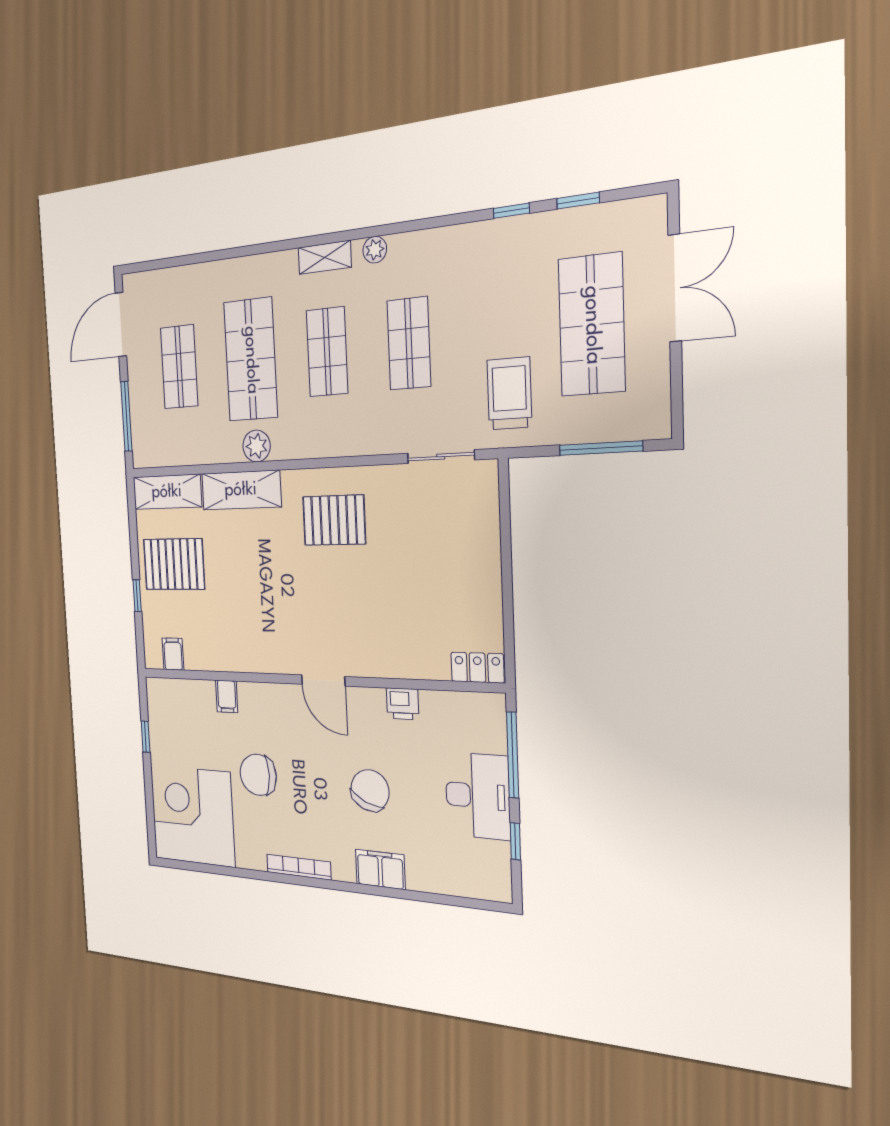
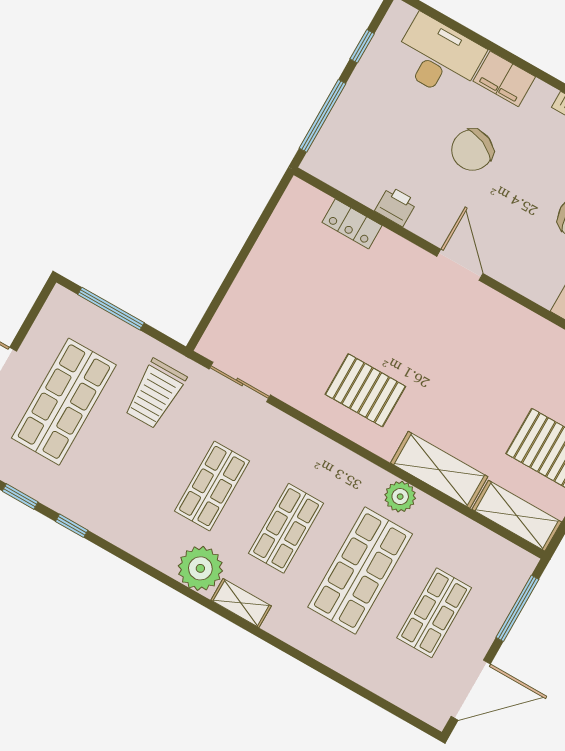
plant: (375, 250) -> (200, 568), width x1.88, depth x1.88
locker: (477, 668) -> (352, 224), moved
desk: (478, 796) -> (438, 57), moved, turned 90

